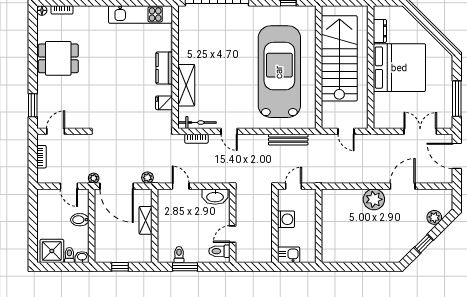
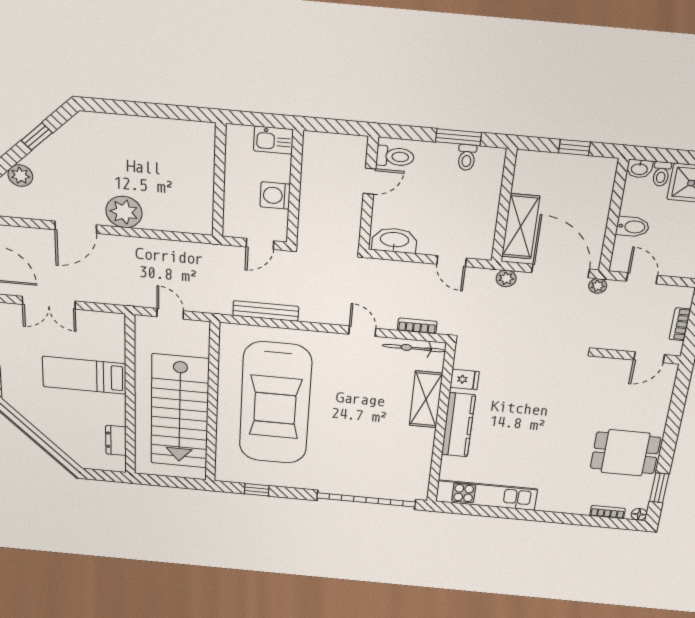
kitchen counter: (164, 68) -> (458, 425), width x1.50
bed: (399, 68) -> (84, 375), width x0.49
window: (33, 105) -> (659, 488), moved
shelving: (146, 220) -> (521, 226), width x1.50, depth x1.33

